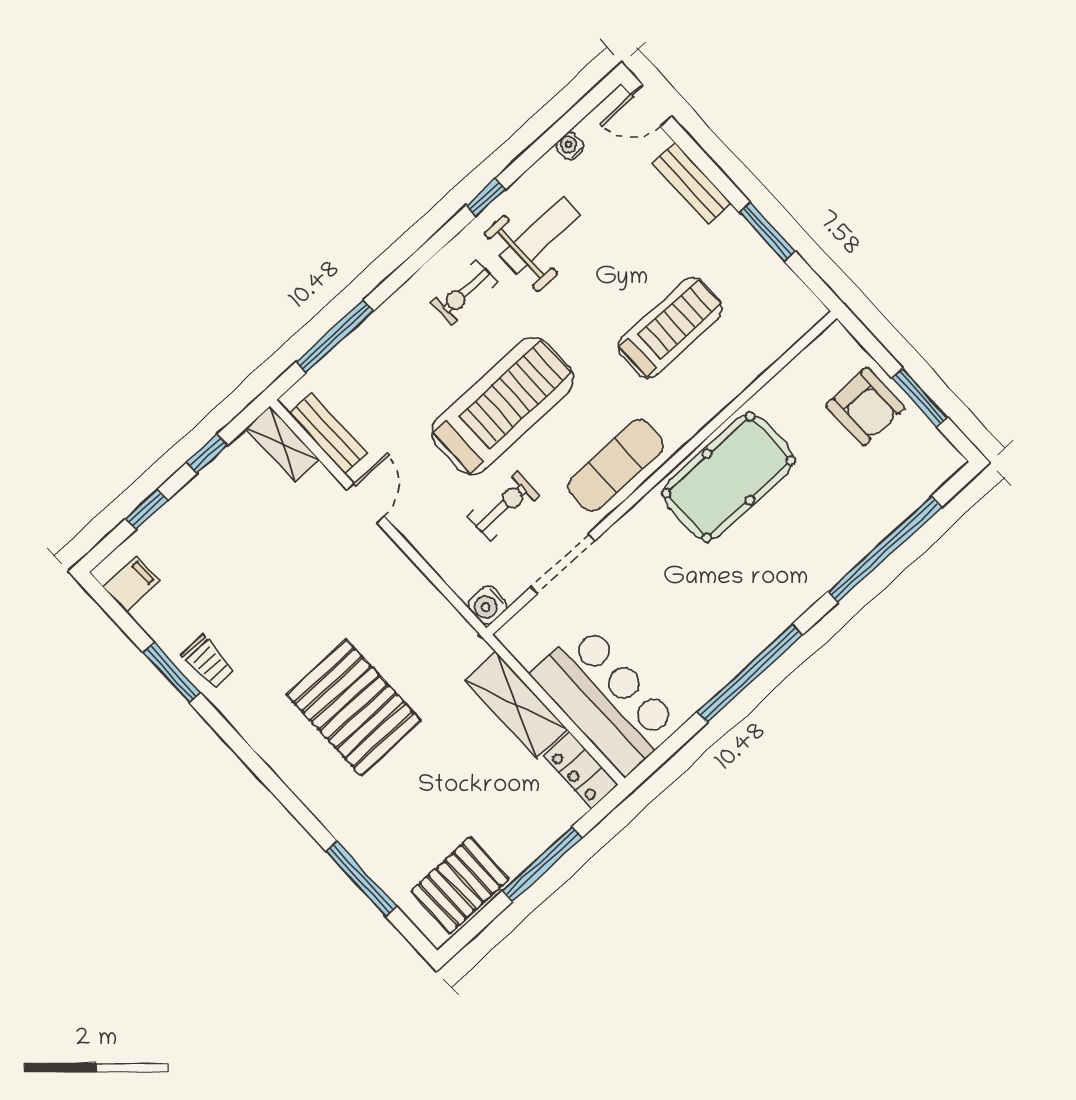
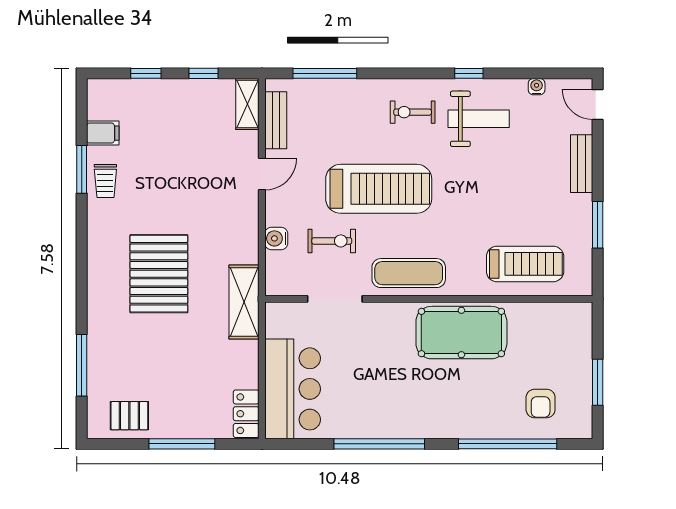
treadmill: (670, 328) -> (525, 264), moved
armchair: (865, 406) -> (541, 403), moved, width x0.72, depth x0.72
filing cabinet: (131, 584) -> (103, 133), moved
water cooler: (487, 605) -> (276, 238), moved
shelving: (516, 705) -> (244, 302), moved
pallet: (460, 885) -> (129, 416), width x0.67, depth x0.71

